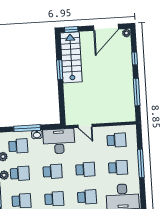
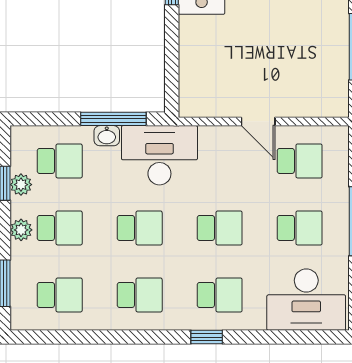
door: (85, 126) -> (258, 121), moved
window: (27, 128) -> (113, 119), moved

